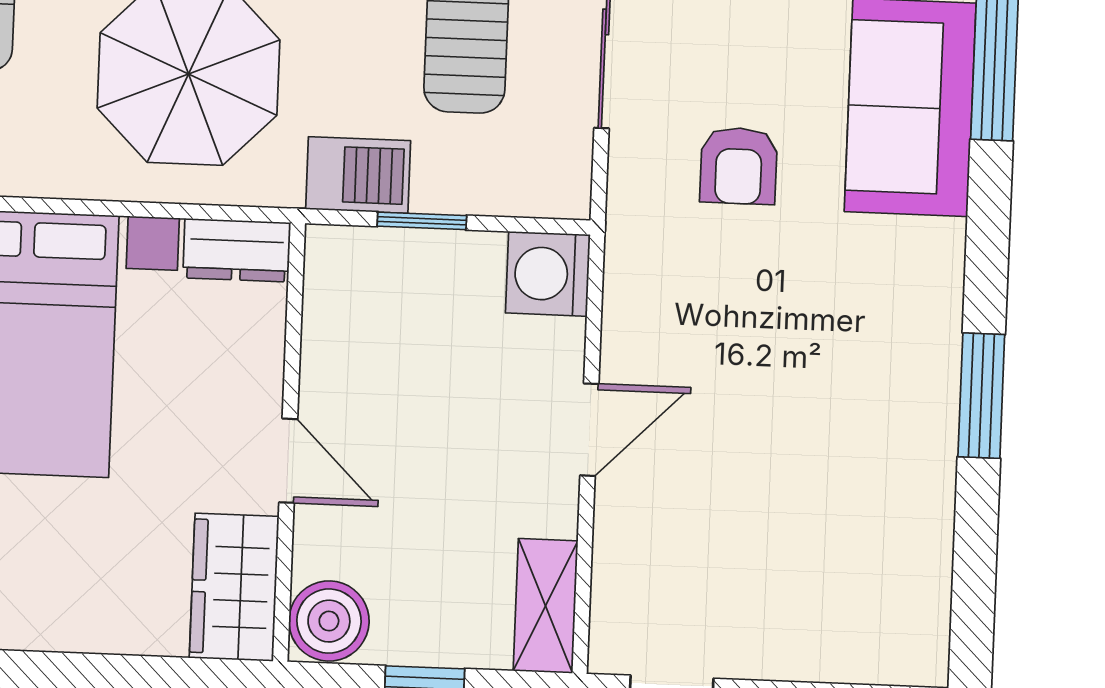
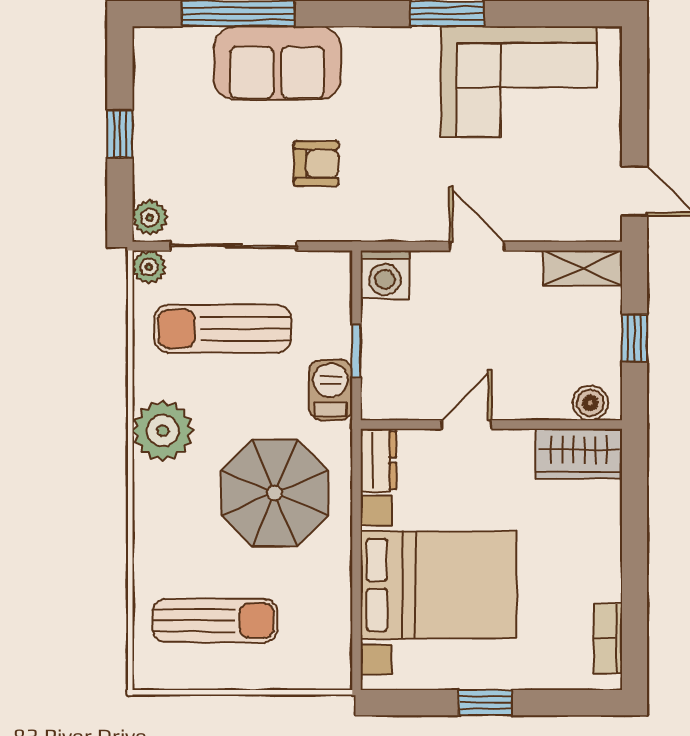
door: (288, 461) -> (467, 425), moved
corner sofa: (862, 512) -> (519, 82), added
boiler: (329, 621) -> (590, 403), width x0.73, depth x0.73

